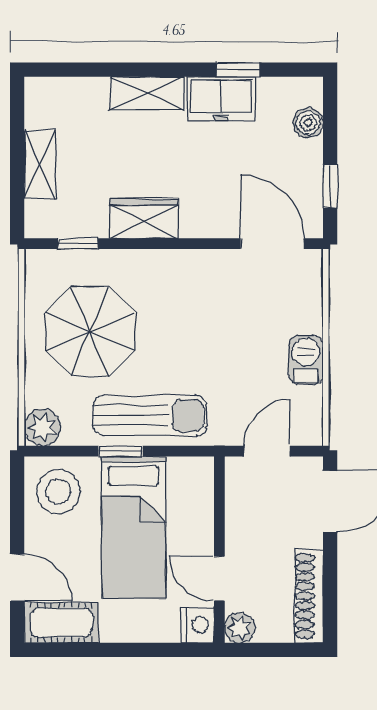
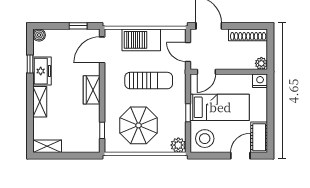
boiler: (308, 123) -> (39, 35), moved
shelving: (40, 165) -> (47, 146), moved
wardrobe: (144, 218) -> (92, 90), moved
barbecue: (306, 360) -> (141, 40), width x1.88, depth x1.53
sun lounger: (150, 415) -> (149, 81), moved, turned 90
door: (219, 579) -> (206, 72), moved

